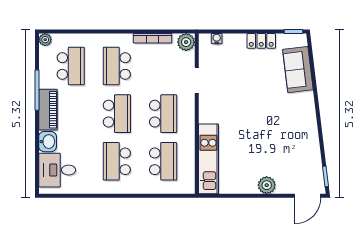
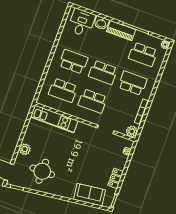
round table: (289, 149) -> (42, 171), added

